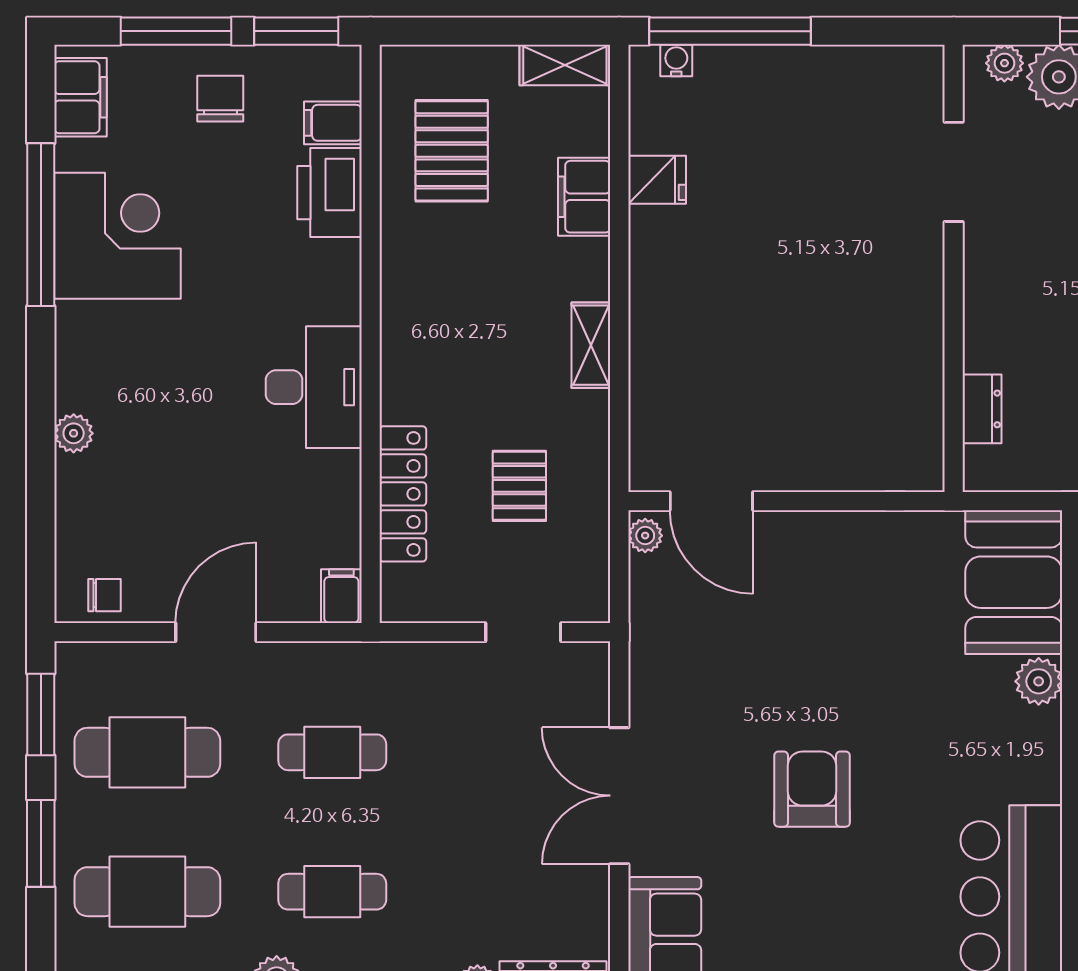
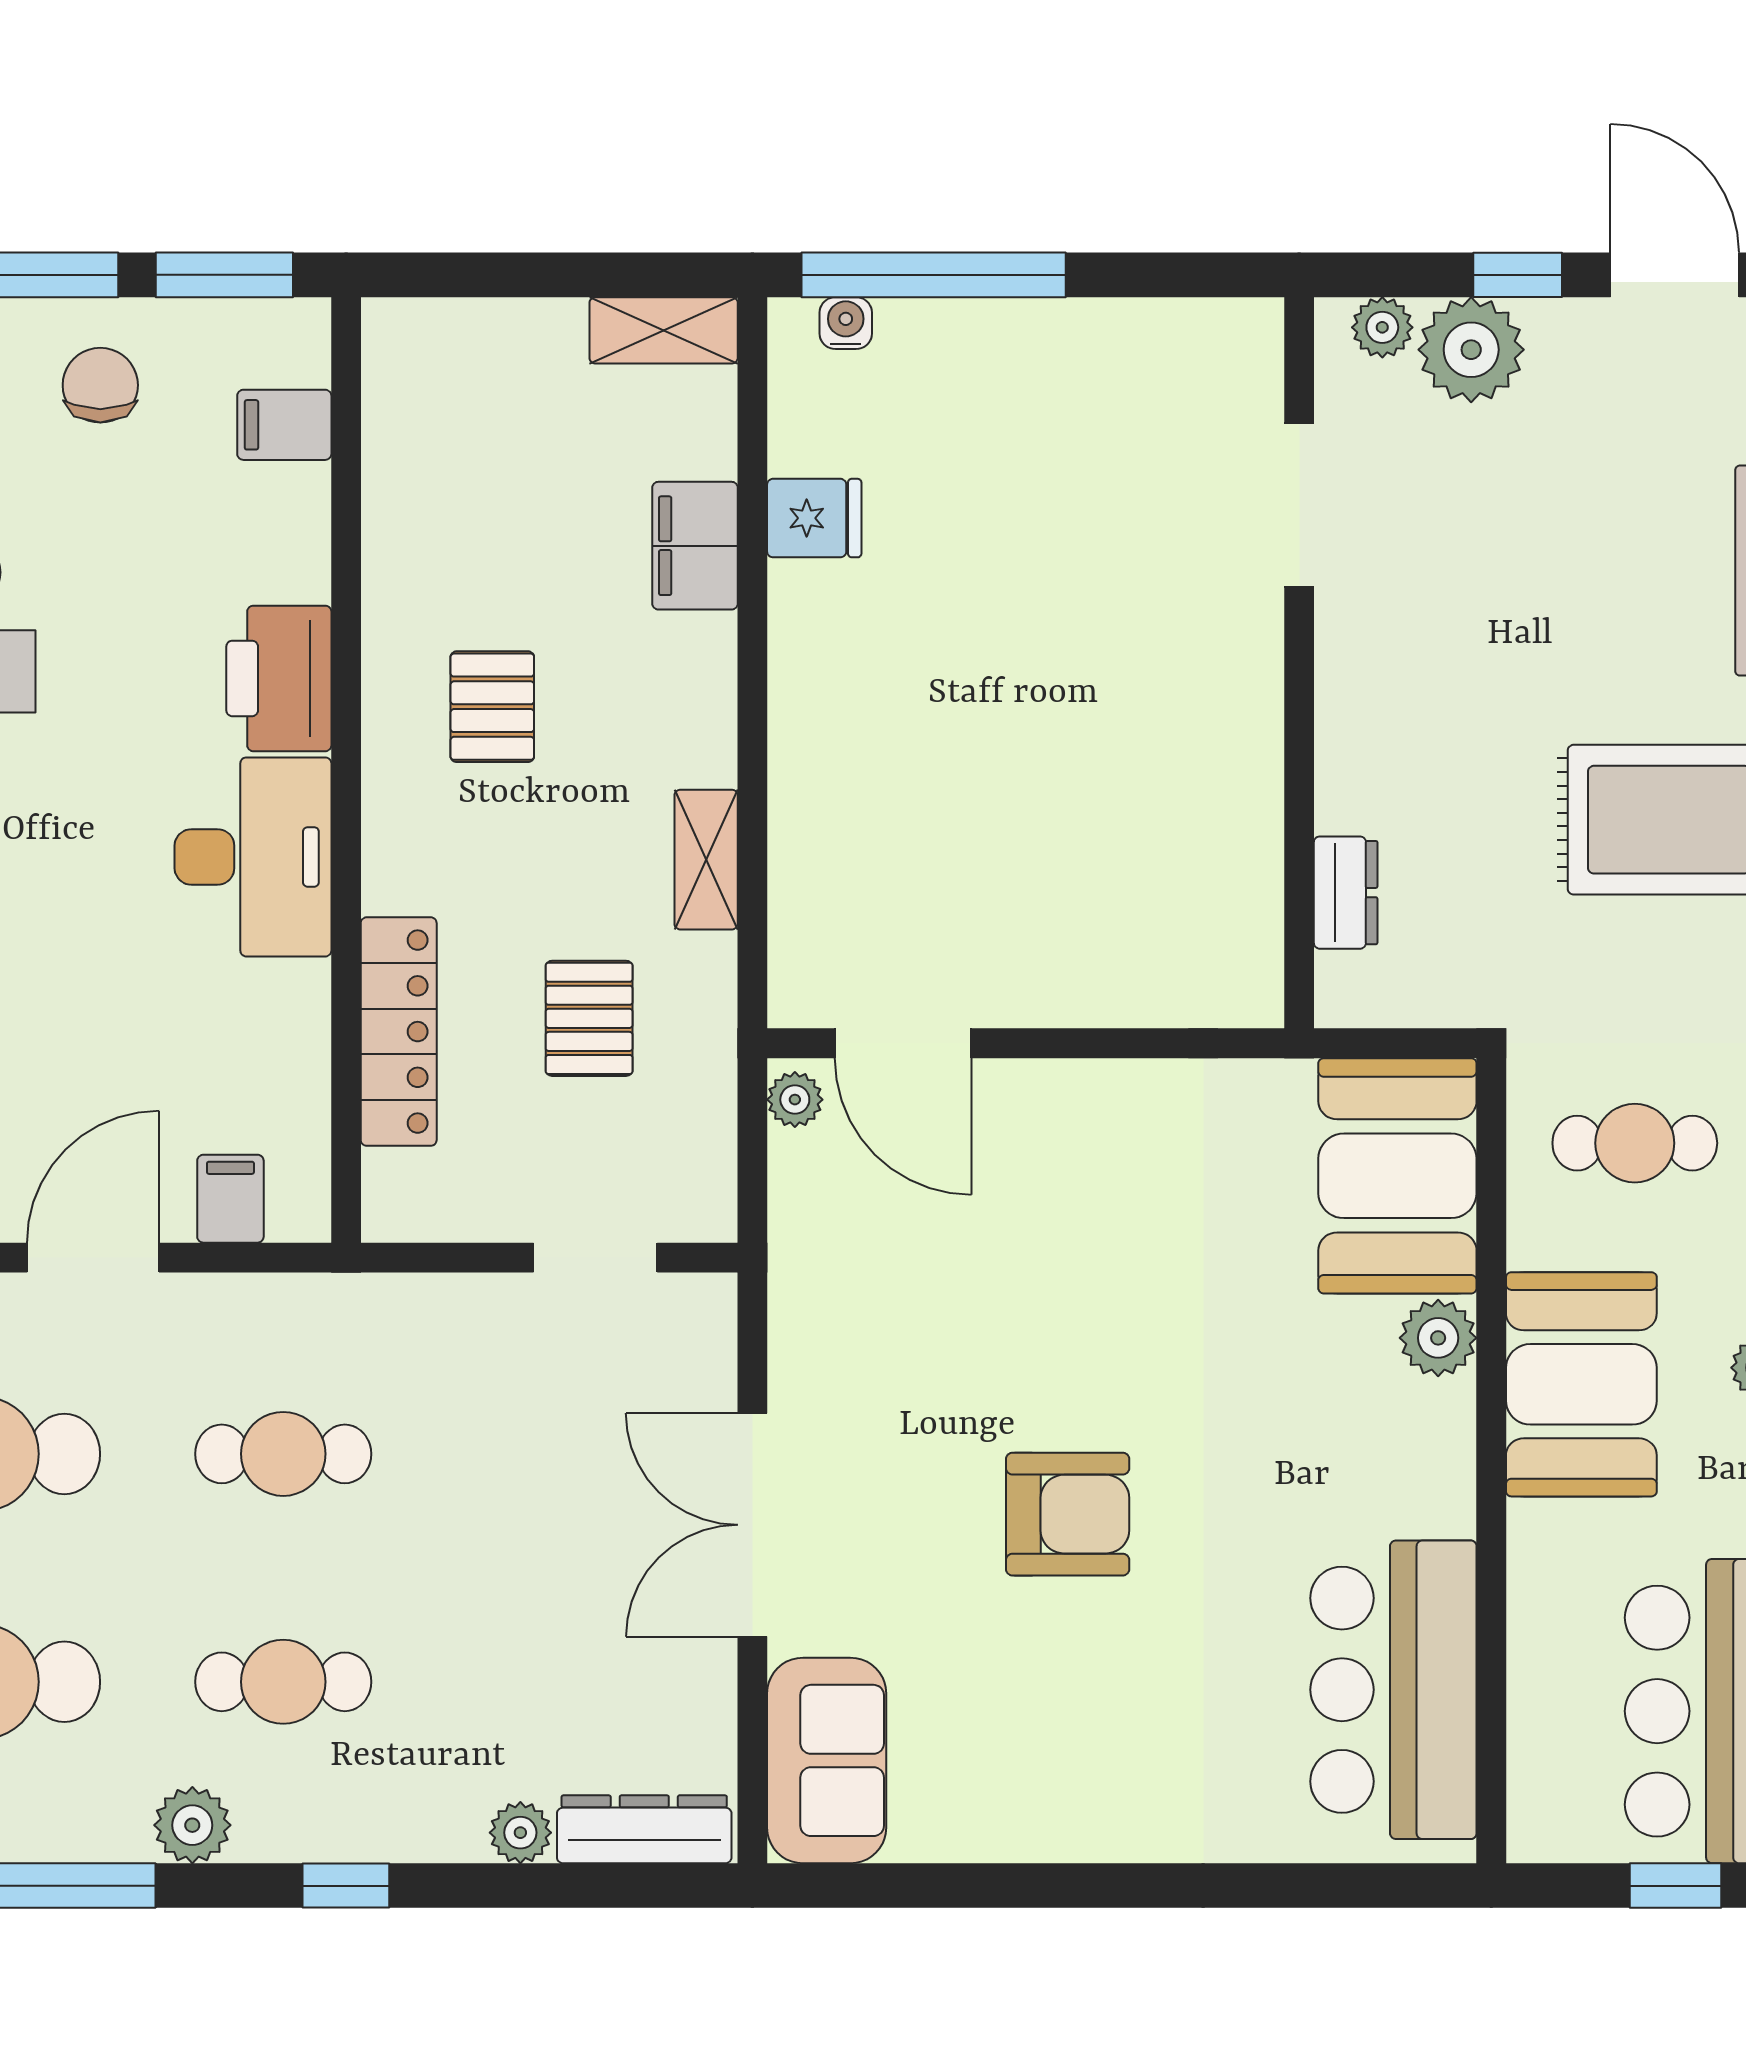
pallet: (452, 151) -> (492, 707), moved, width x0.67, depth x0.71
printer: (330, 193) -> (279, 678), moved
shelving: (591, 345) -> (706, 860), moved
filing cabinet: (341, 596) -> (230, 1199), moved
armchair: (812, 789) -> (1068, 1514), turned 90

